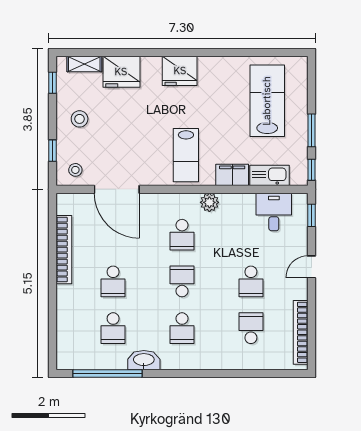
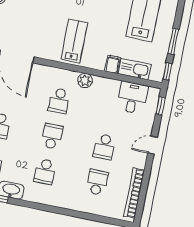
lab bench: (186, 155) -> (74, 41), turned 180
filing cabinet: (232, 175) -> (113, 64), width x0.50

